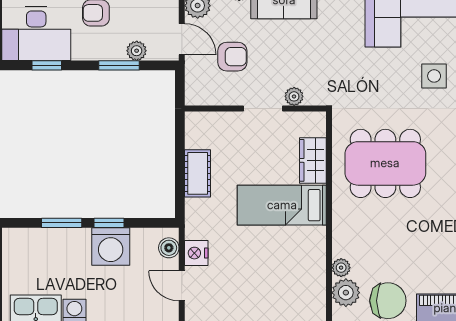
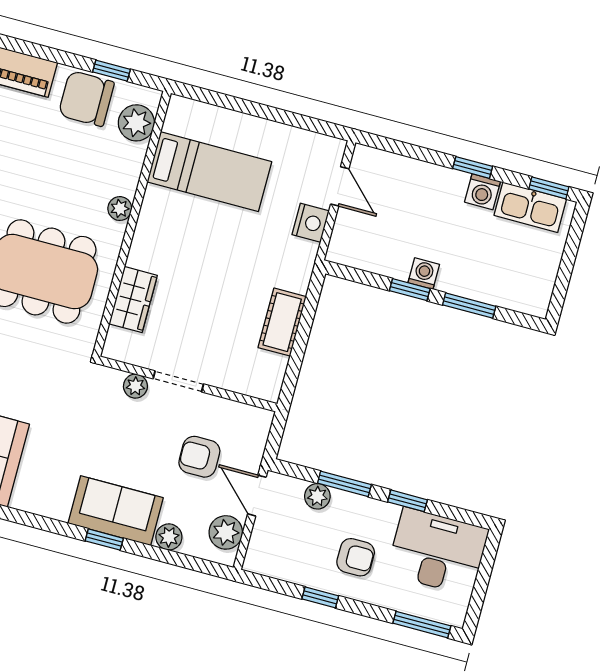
window: (47, 65) -> (407, 501), moved
bed: (282, 205) -> (209, 172), moved
washing machine: (111, 247) -> (424, 274), width x0.53, depth x0.53
boiler: (169, 248) -> (343, 238), removed
plant: (341, 268) -> (120, 209), moved

